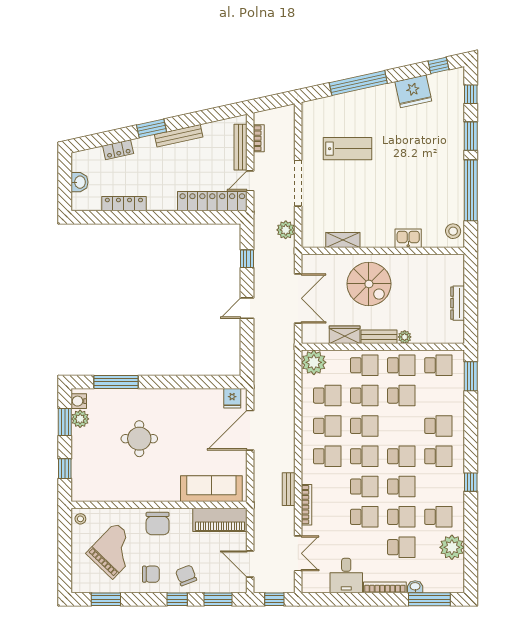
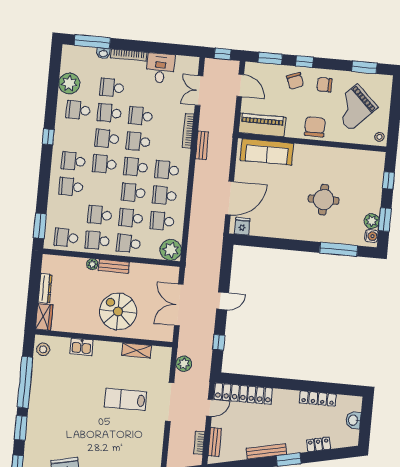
bench: (241, 147) -> (215, 442), width x0.73
lab bench: (348, 149) -> (125, 399), moved
wardrobe: (345, 335) -> (44, 317), moved, turned -90

